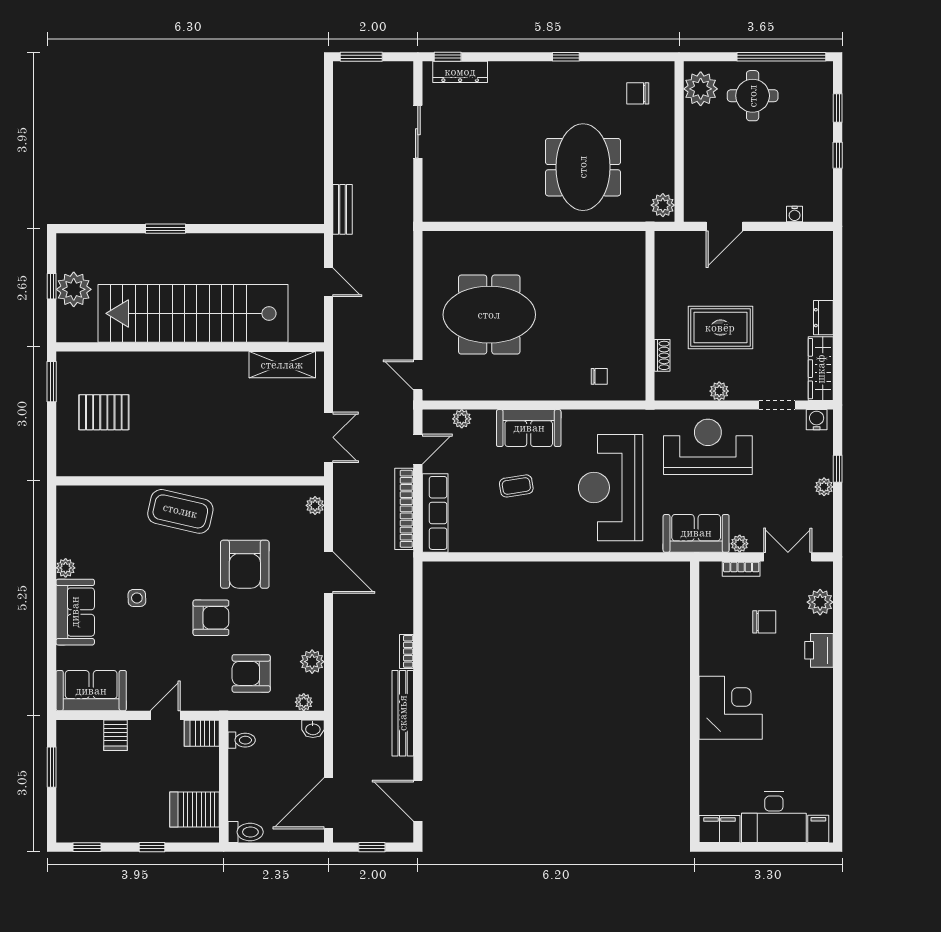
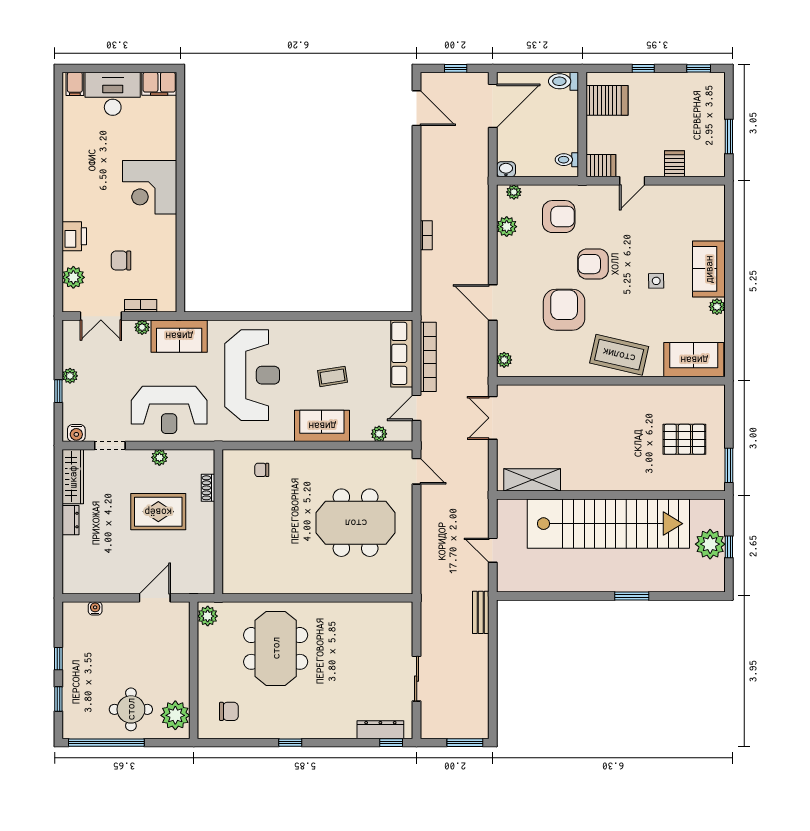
sofa: (91, 691) -> (694, 360), moved, turned 180
bench: (403, 713) -> (429, 182), removed

